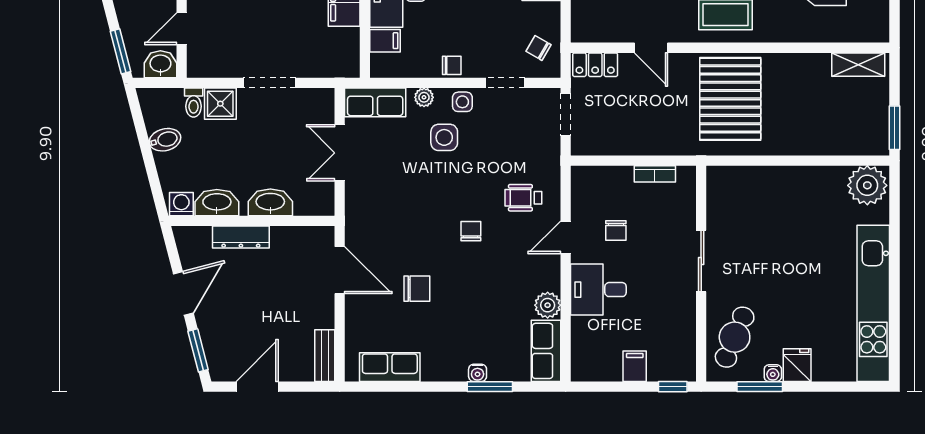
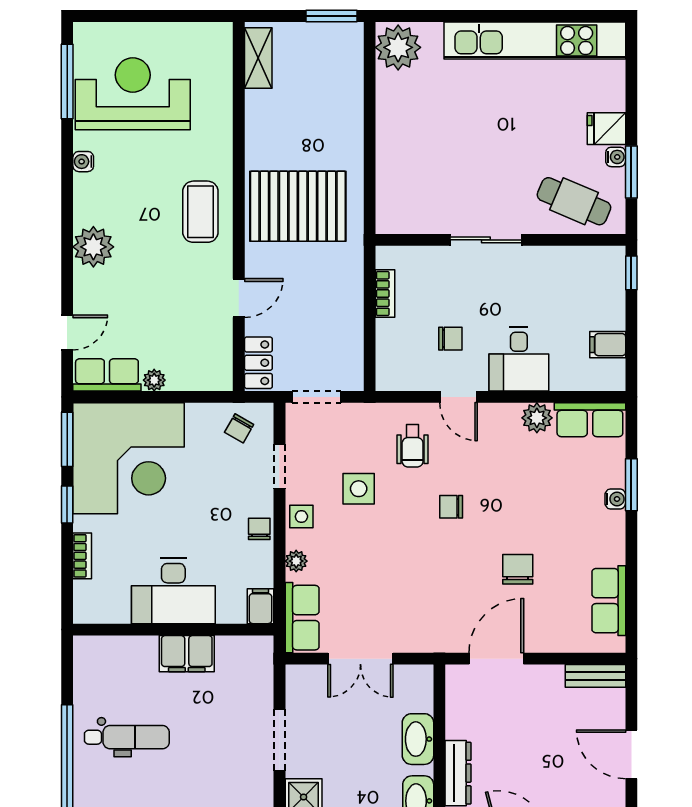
filing cabinet: (385, 41) -> (260, 606), moved
side table: (444, 137) -> (359, 489), moved
filing cabinet: (635, 366) -> (608, 345), moved

